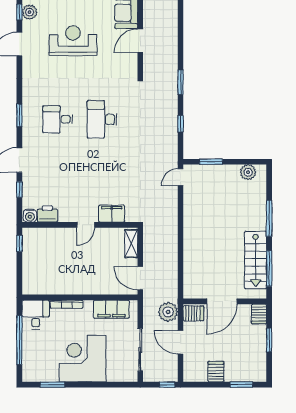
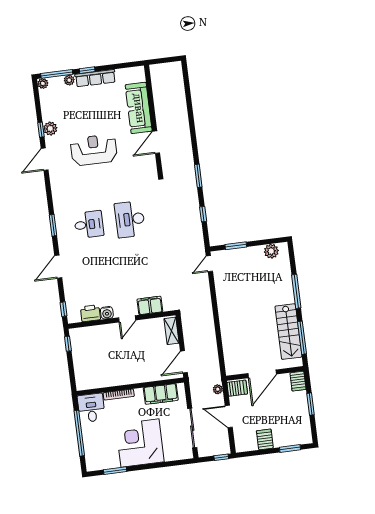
desk: (58, 119) -> (89, 224), turned 180
window: (19, 189) -> (64, 309), moved
water cooler: (30, 216) -> (107, 313), moved
door: (140, 278) -> (184, 362), hinge flipped
plant: (168, 312) -> (218, 389), width x0.53, depth x0.53

